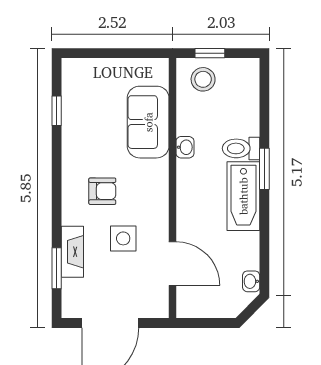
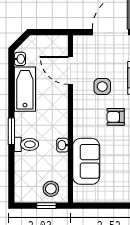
bathtub: (243, 196) -> (25, 89), moved

